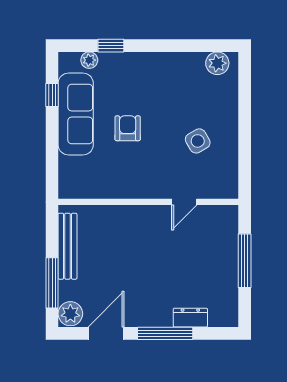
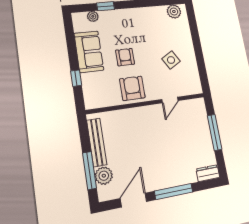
window: (52, 95) -> (76, 78), moved
sofa: (76, 114) -> (89, 52), width x0.73
armchair: (131, 177) -> (132, 88), added
plant: (70, 314) -> (104, 176), moved
dresser: (190, 318) -> (208, 173), moved

